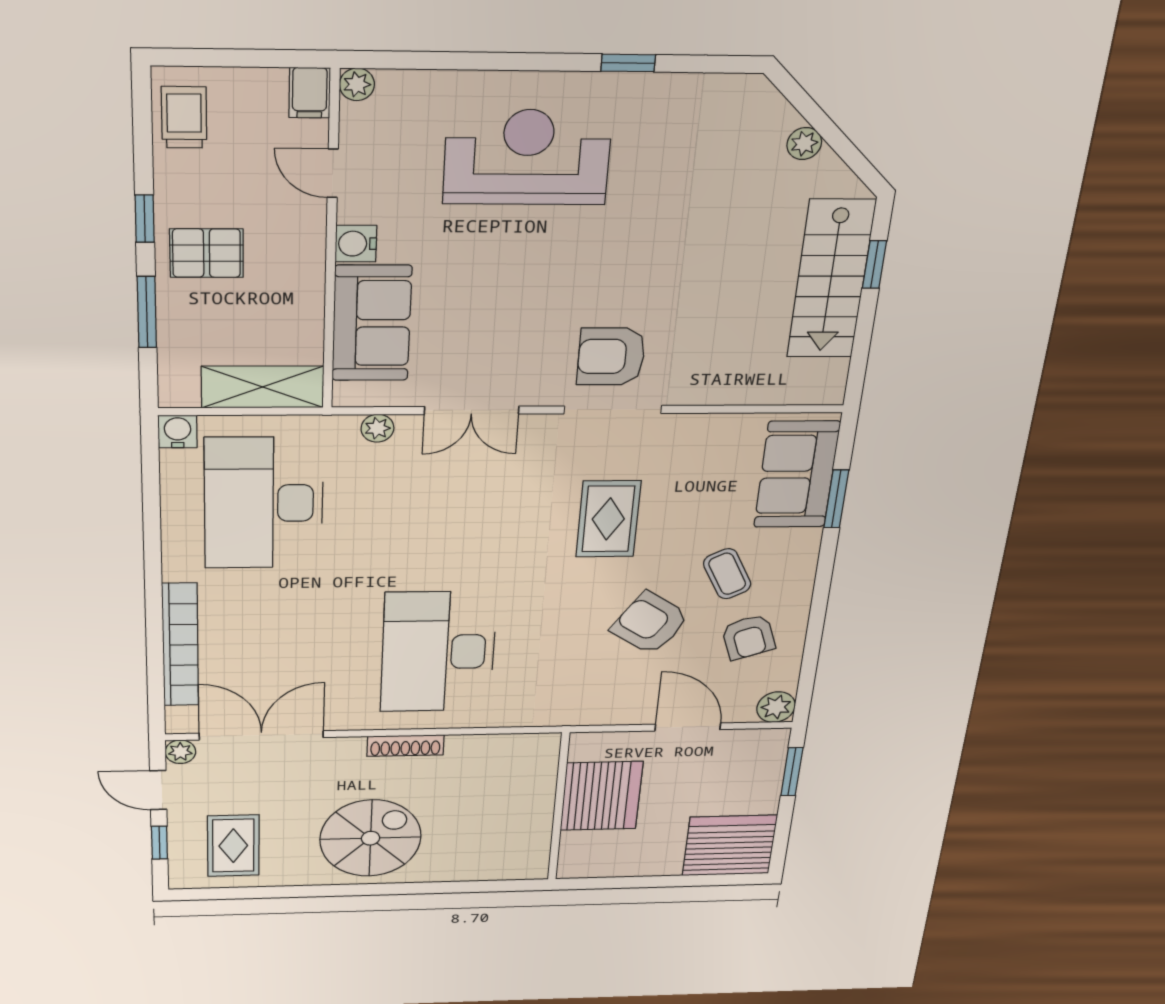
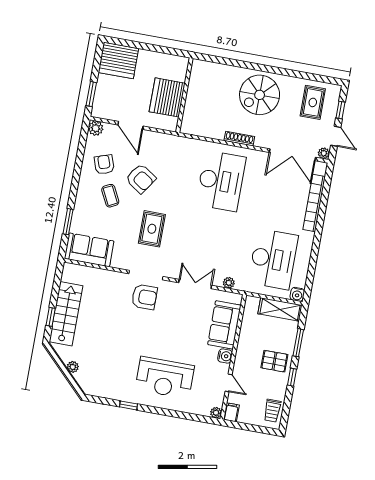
shelving: (263, 387) -> (280, 309), moved
sofa: (797, 474) -> (89, 250), moved, turned -90

